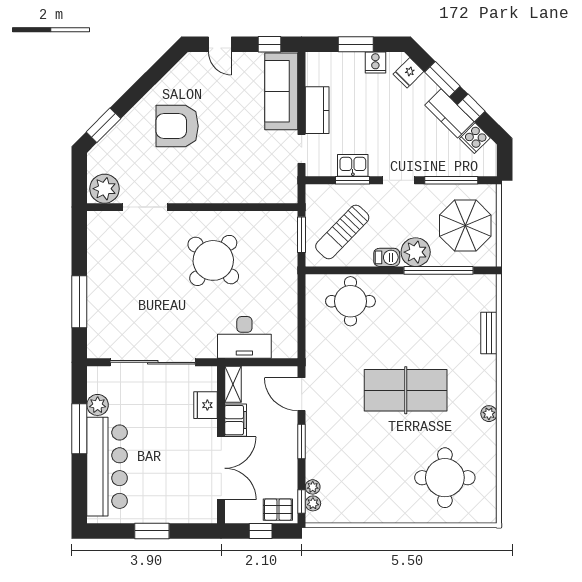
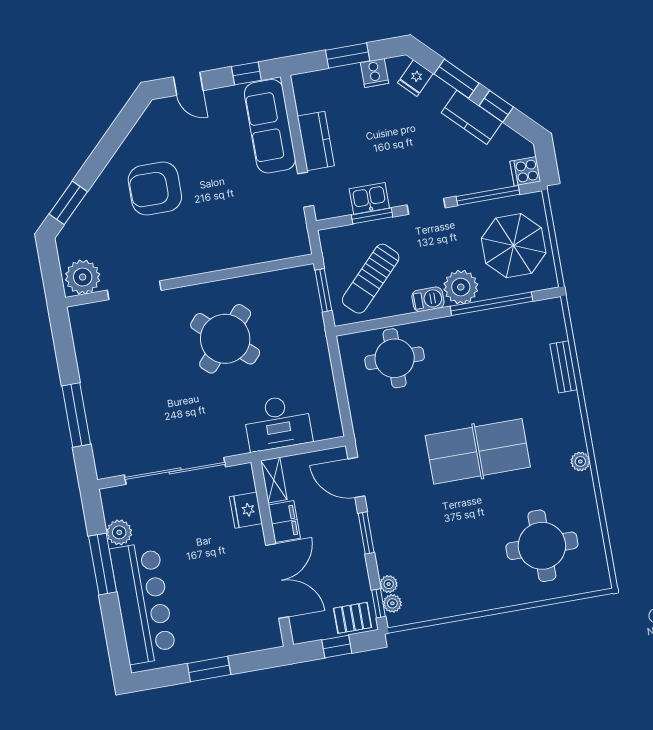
cooker: (475, 138) -> (525, 171), moved, turned 45

